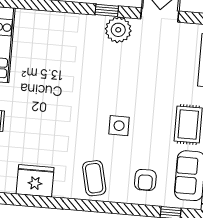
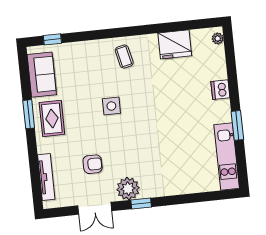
coffee table: (94, 178) -> (124, 56), width x0.73, depth x0.77
armchair: (145, 180) -> (93, 164), moved, turned 90

